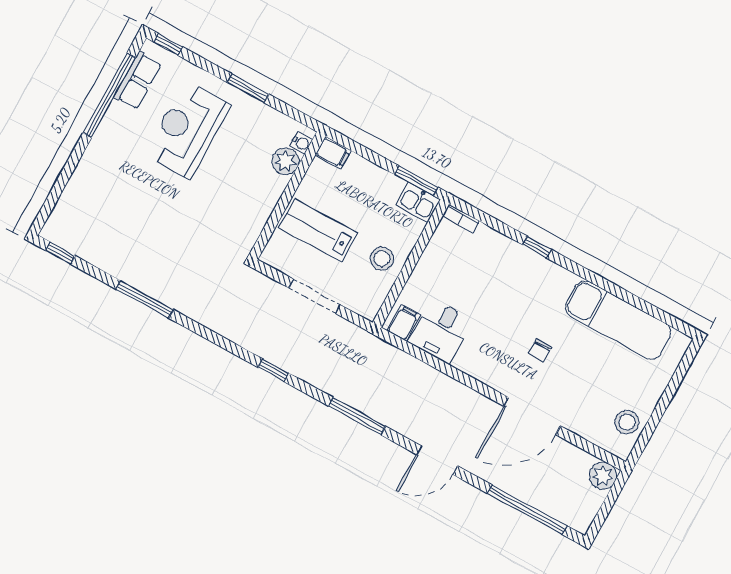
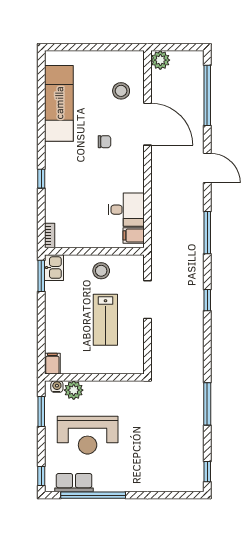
water cooler: (301, 143) -> (57, 387), moved
filing cabinet: (333, 153) -> (52, 364), moved
plant: (286, 161) -> (74, 390), moved
wall: (287, 196) -> (94, 377), moved
stool: (627, 422) -> (121, 91), moved

